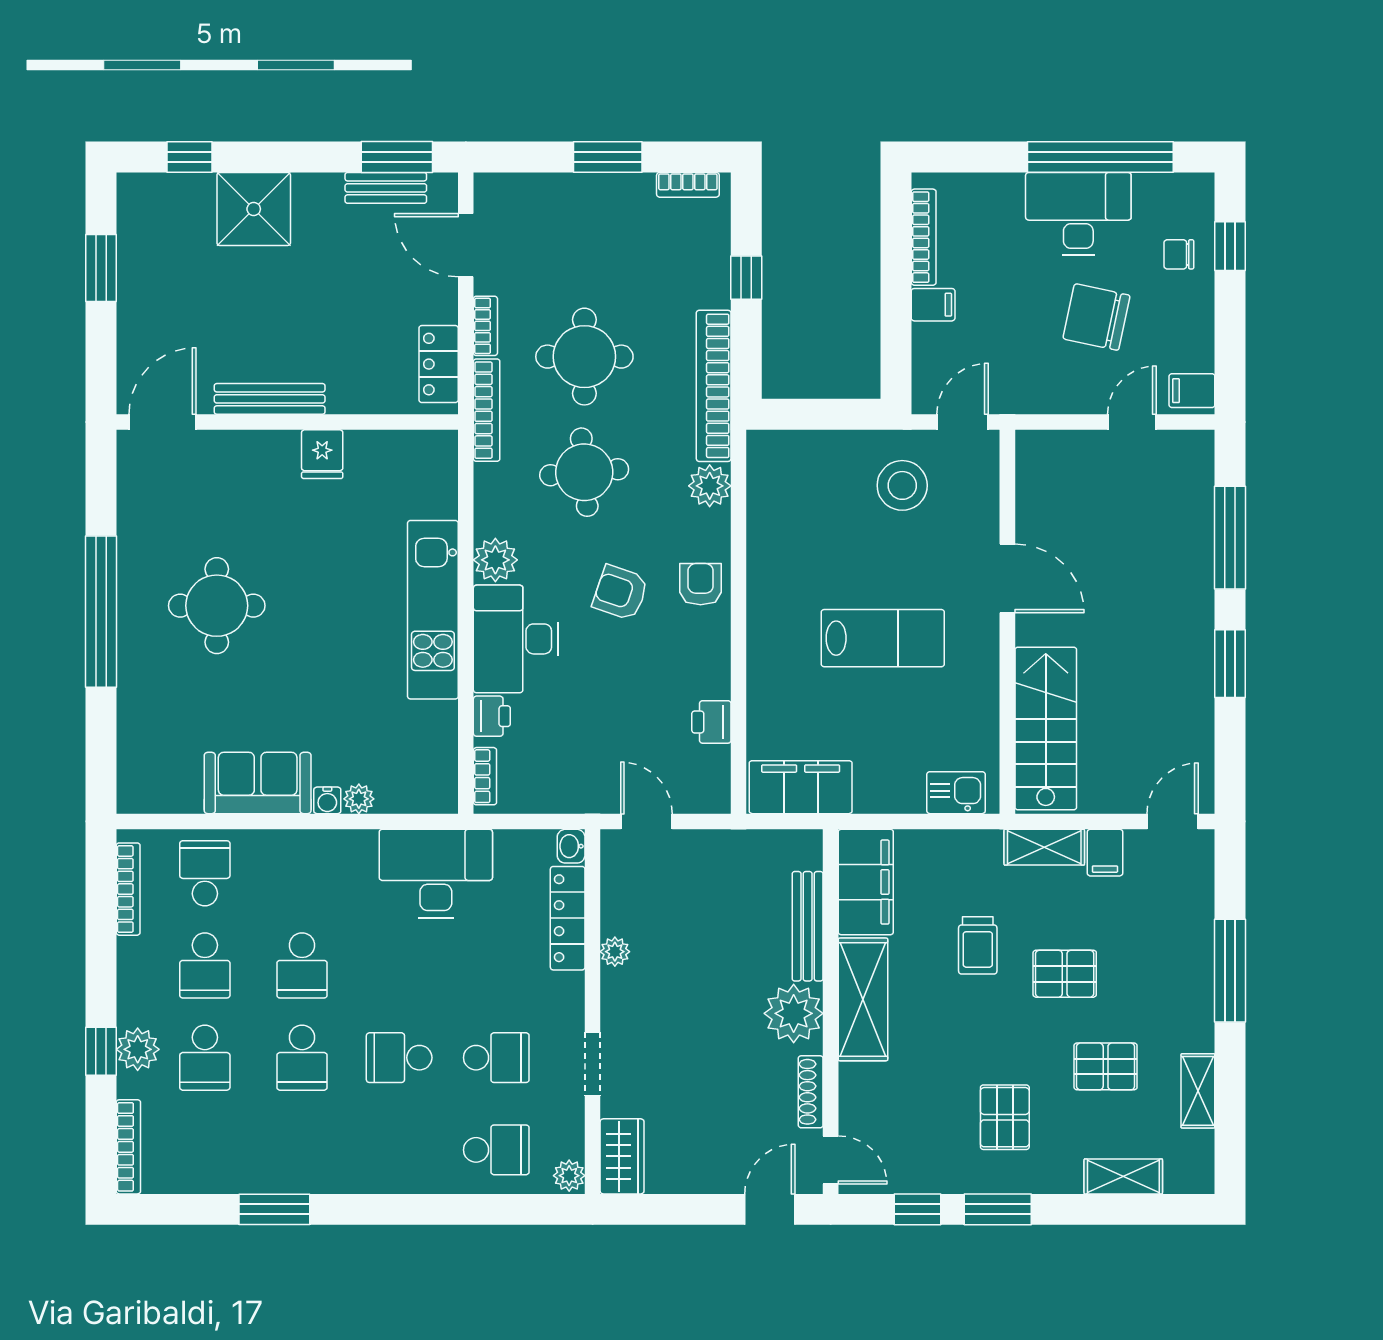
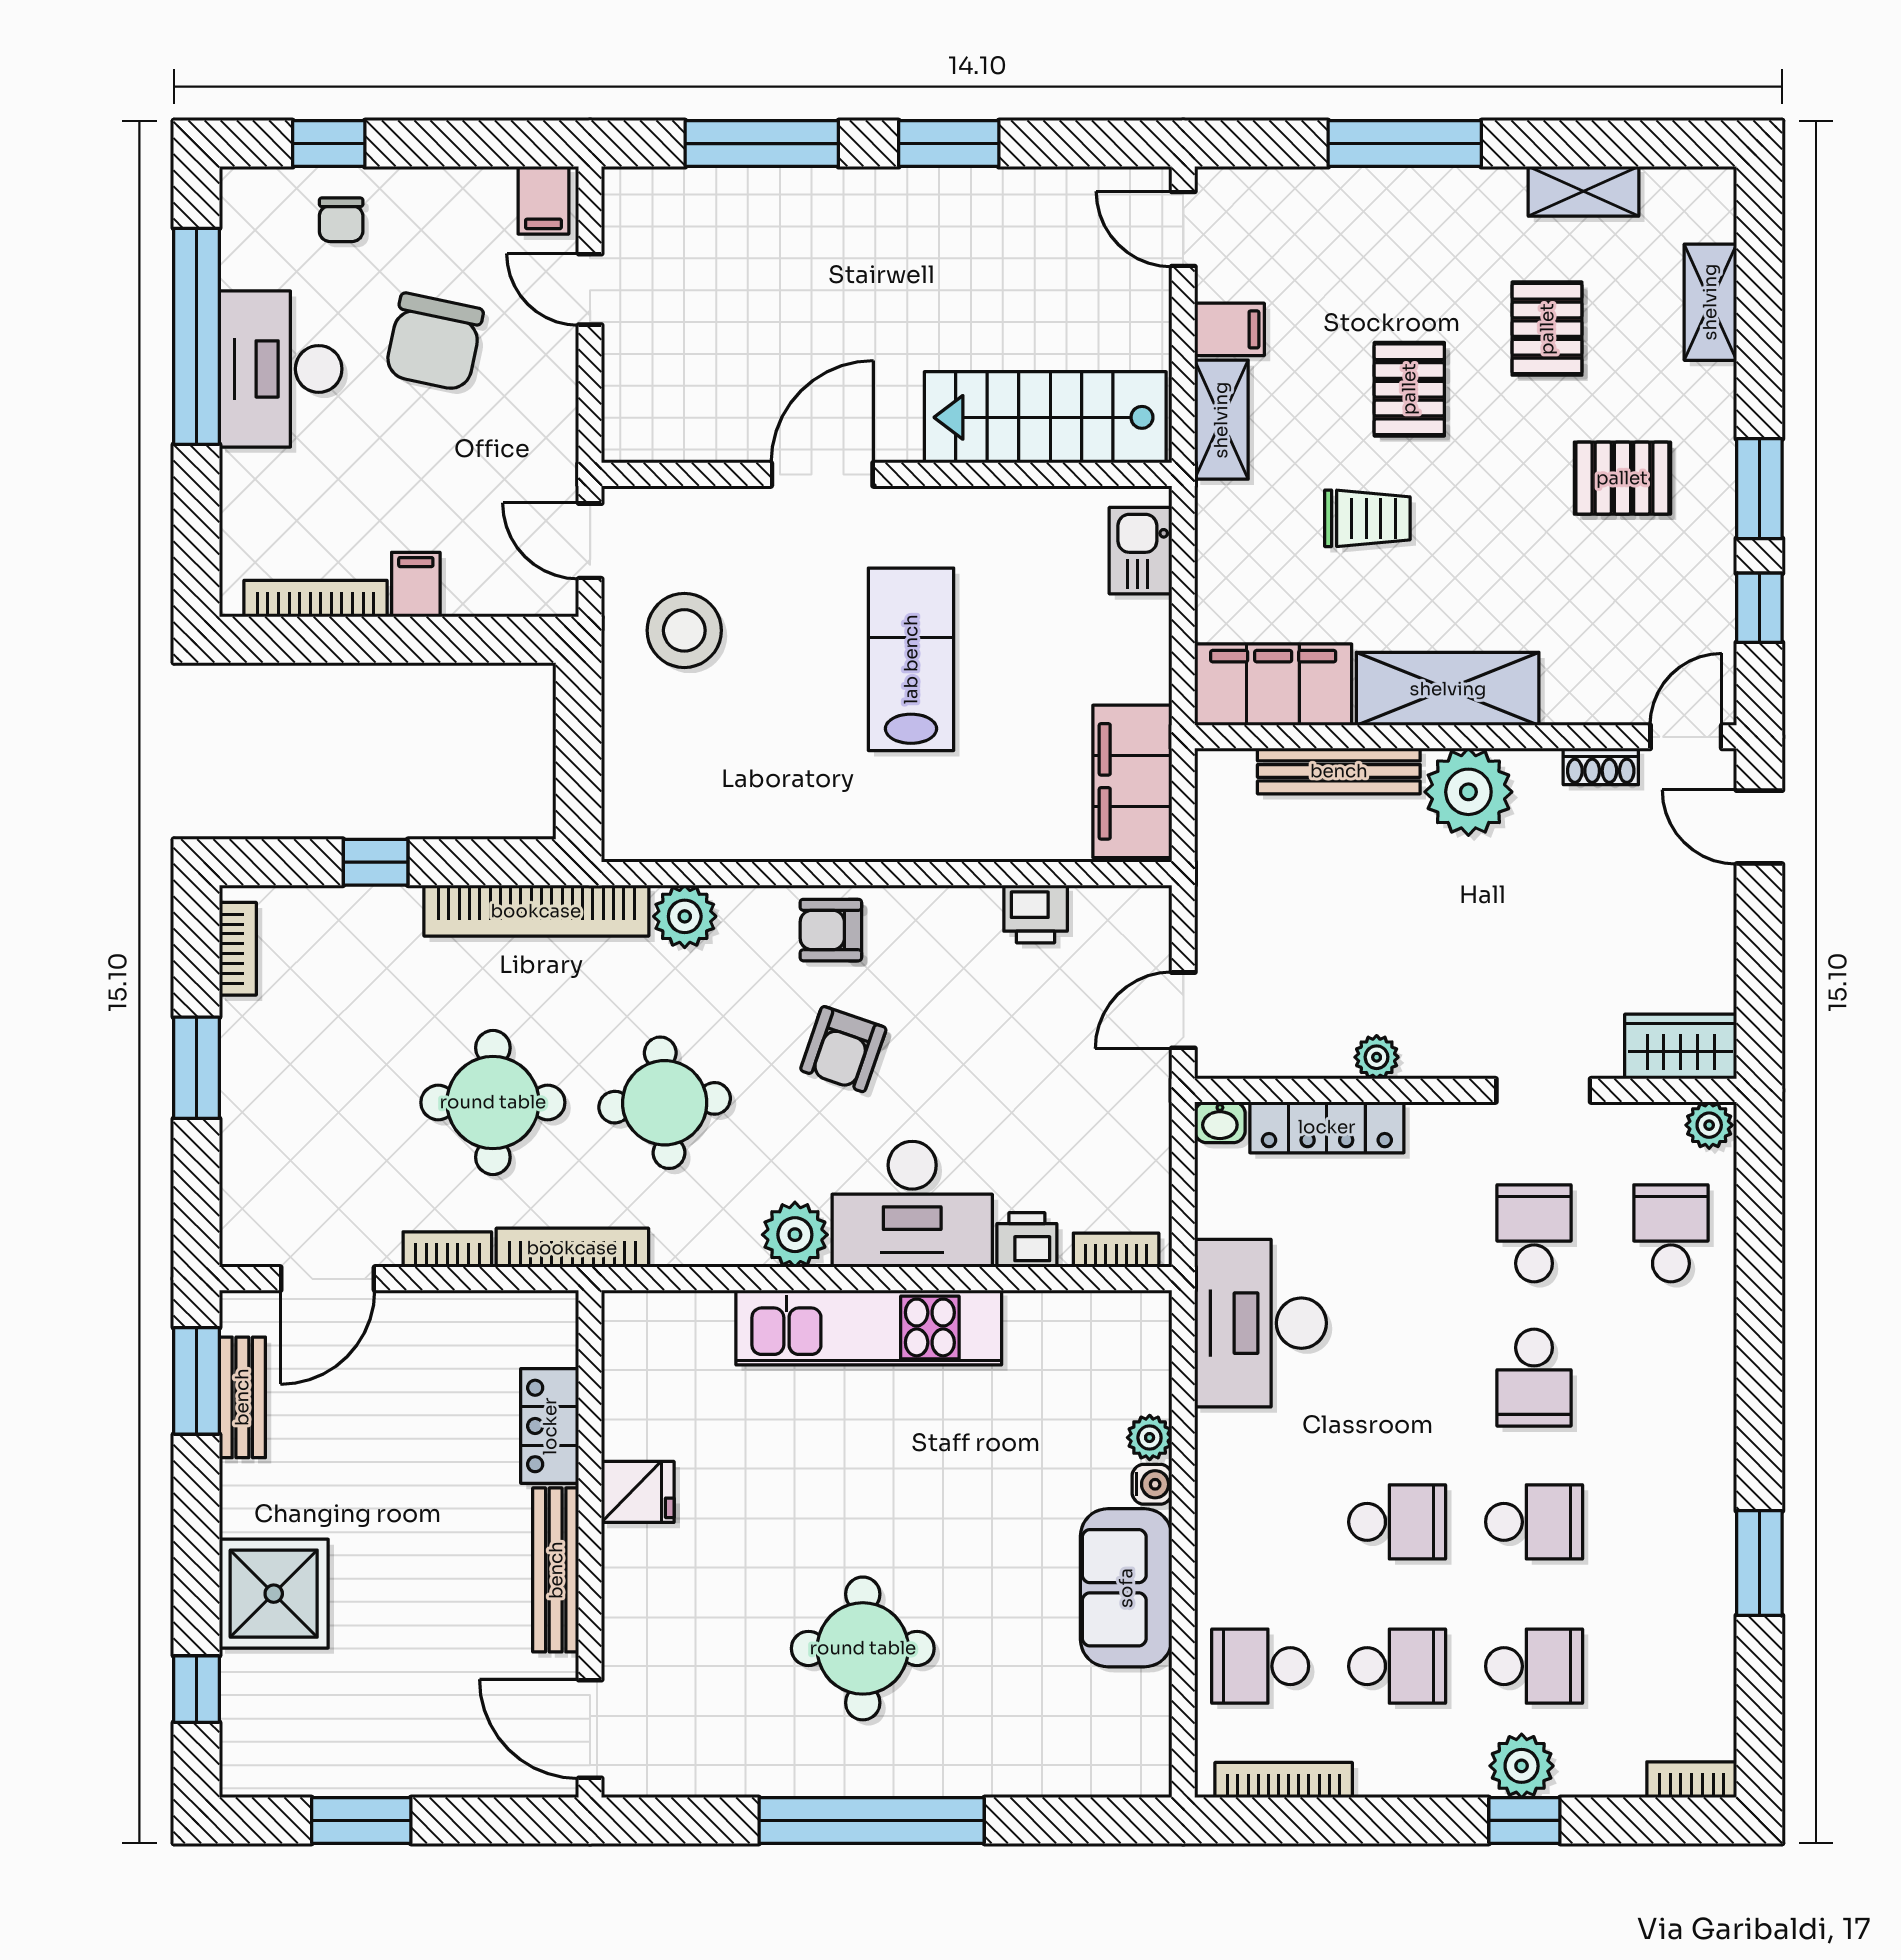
locker: (439, 364) -> (550, 1426), moved, turned 90
shoe rack: (811, 1092) -> (1601, 766), width x0.70
bookcase: (128, 1147) -> (1692, 1780), width x0.64

